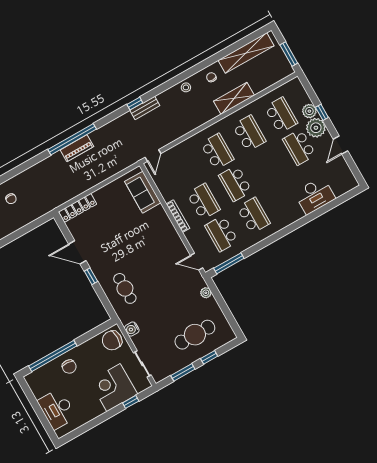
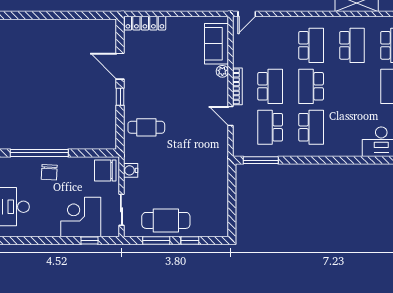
door: (197, 262) -> (230, 116), moved
cafe table: (125, 288) -> (146, 127), turned 90
plant: (206, 293) -> (222, 71), moved
cafe table: (195, 335) -> (166, 220), moved

